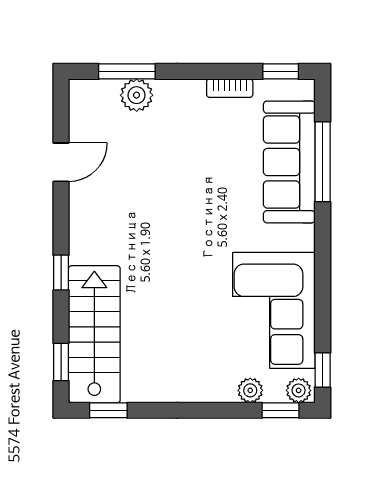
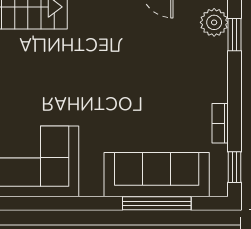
window: (127, 71) -> (234, 35), width x0.67
plant: (137, 95) -> (214, 22), moved

